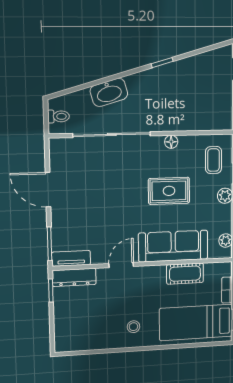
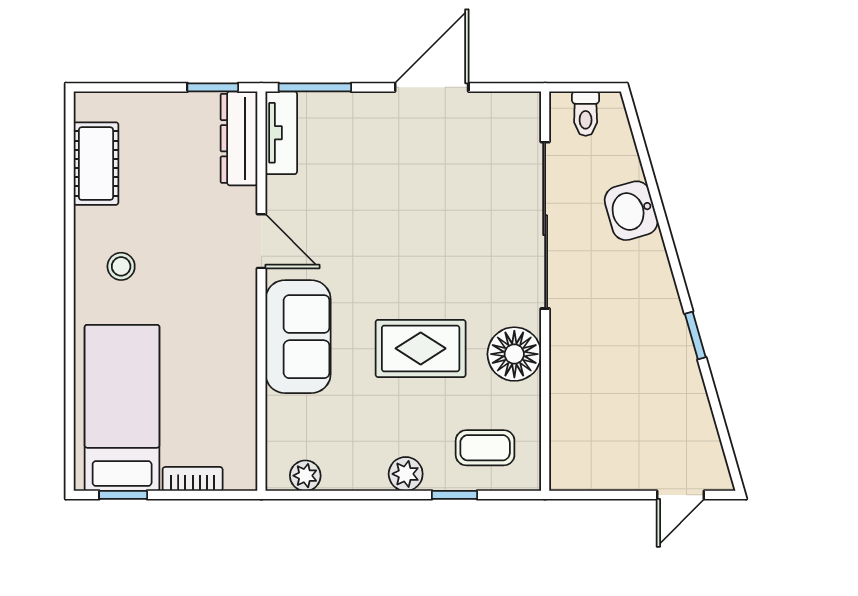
washbasin: (109, 92) -> (631, 211), width x0.72
floor lamp: (171, 142) -> (514, 354), width x1.89, depth x1.89
rug: (169, 191) -> (421, 348), turned 90
sofa: (173, 246) -> (298, 337), width x0.73
cot: (185, 274) -> (96, 164), moved

